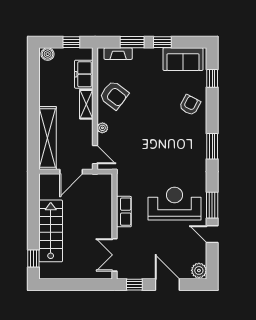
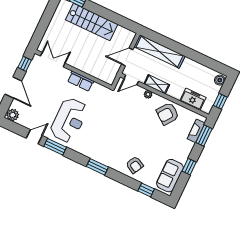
window: (132, 42) -> (204, 136), moved
shelving: (86, 104) -> (157, 84), moved
door: (71, 172) -> (127, 57), hinge flipped
door: (167, 285) -> (13, 88), hinge flipped

